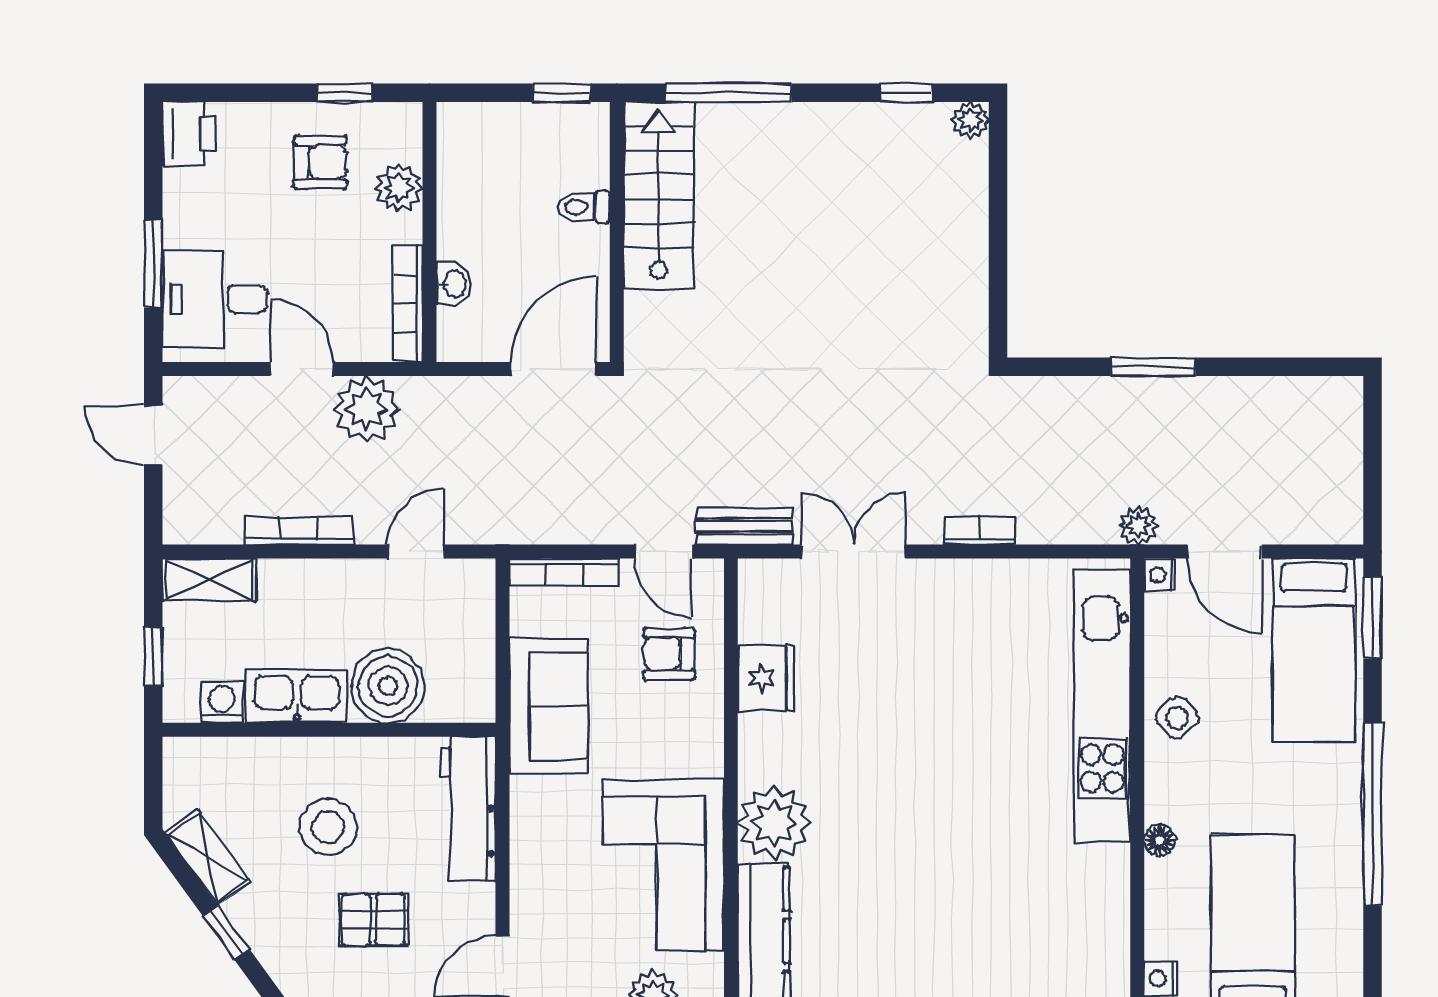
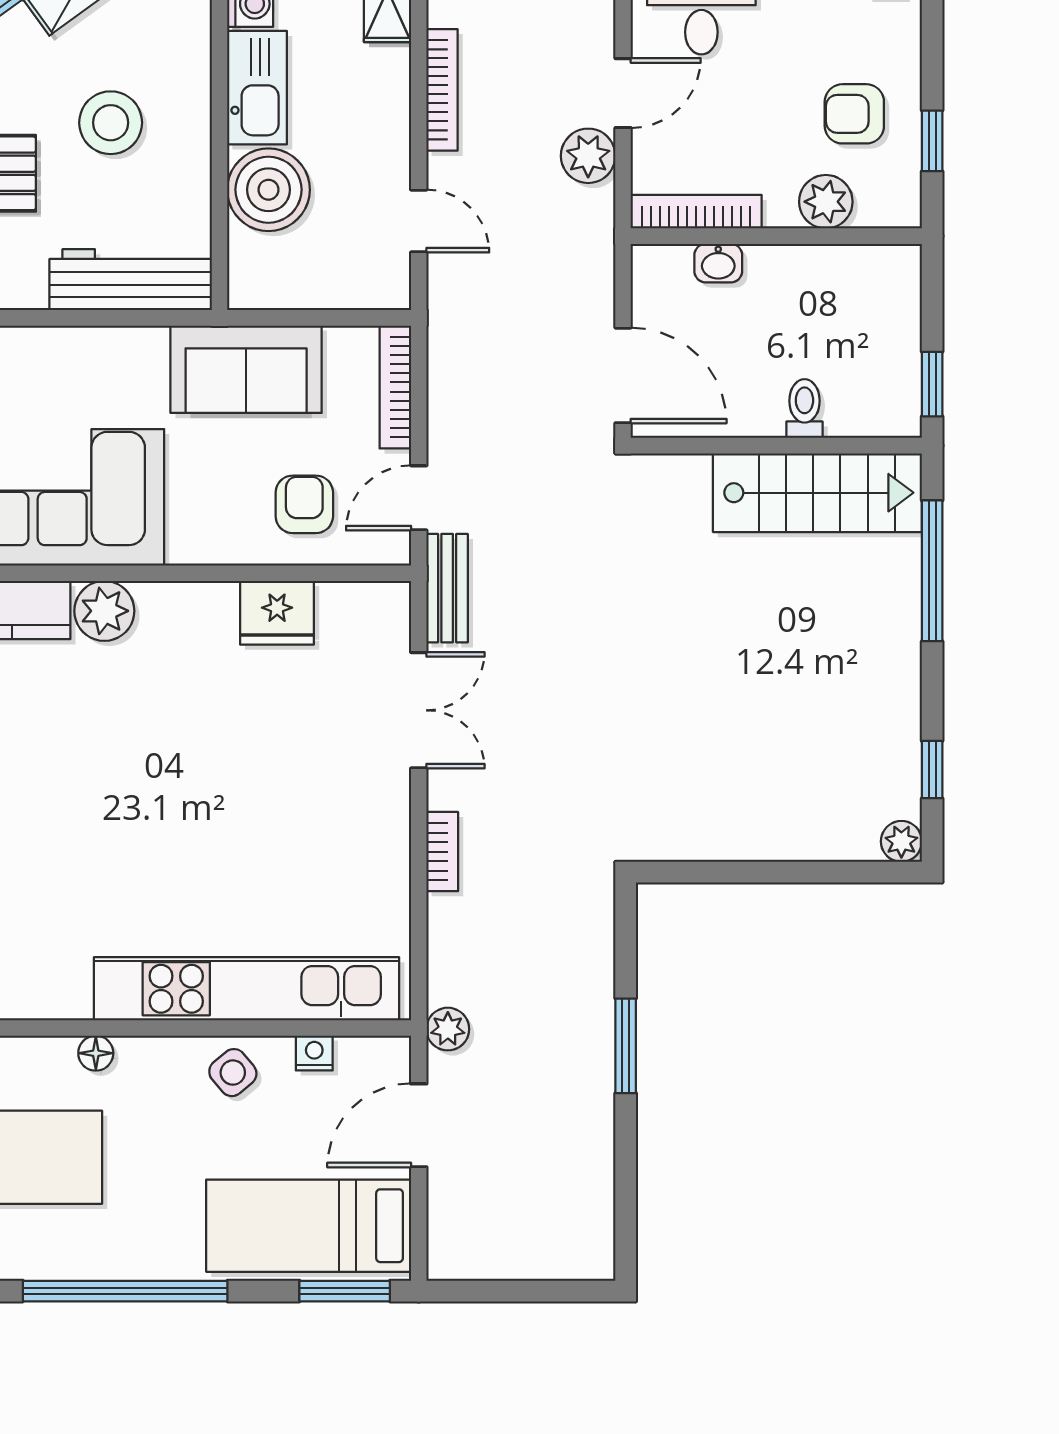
armchair: (320, 162) -> (854, 114), turned 90
plant: (367, 409) -> (588, 156), width x0.73, depth x0.73
nightstand: (1160, 575) -> (314, 1053), moved
plant: (774, 823) -> (104, 611), width x0.73, depth x0.73

